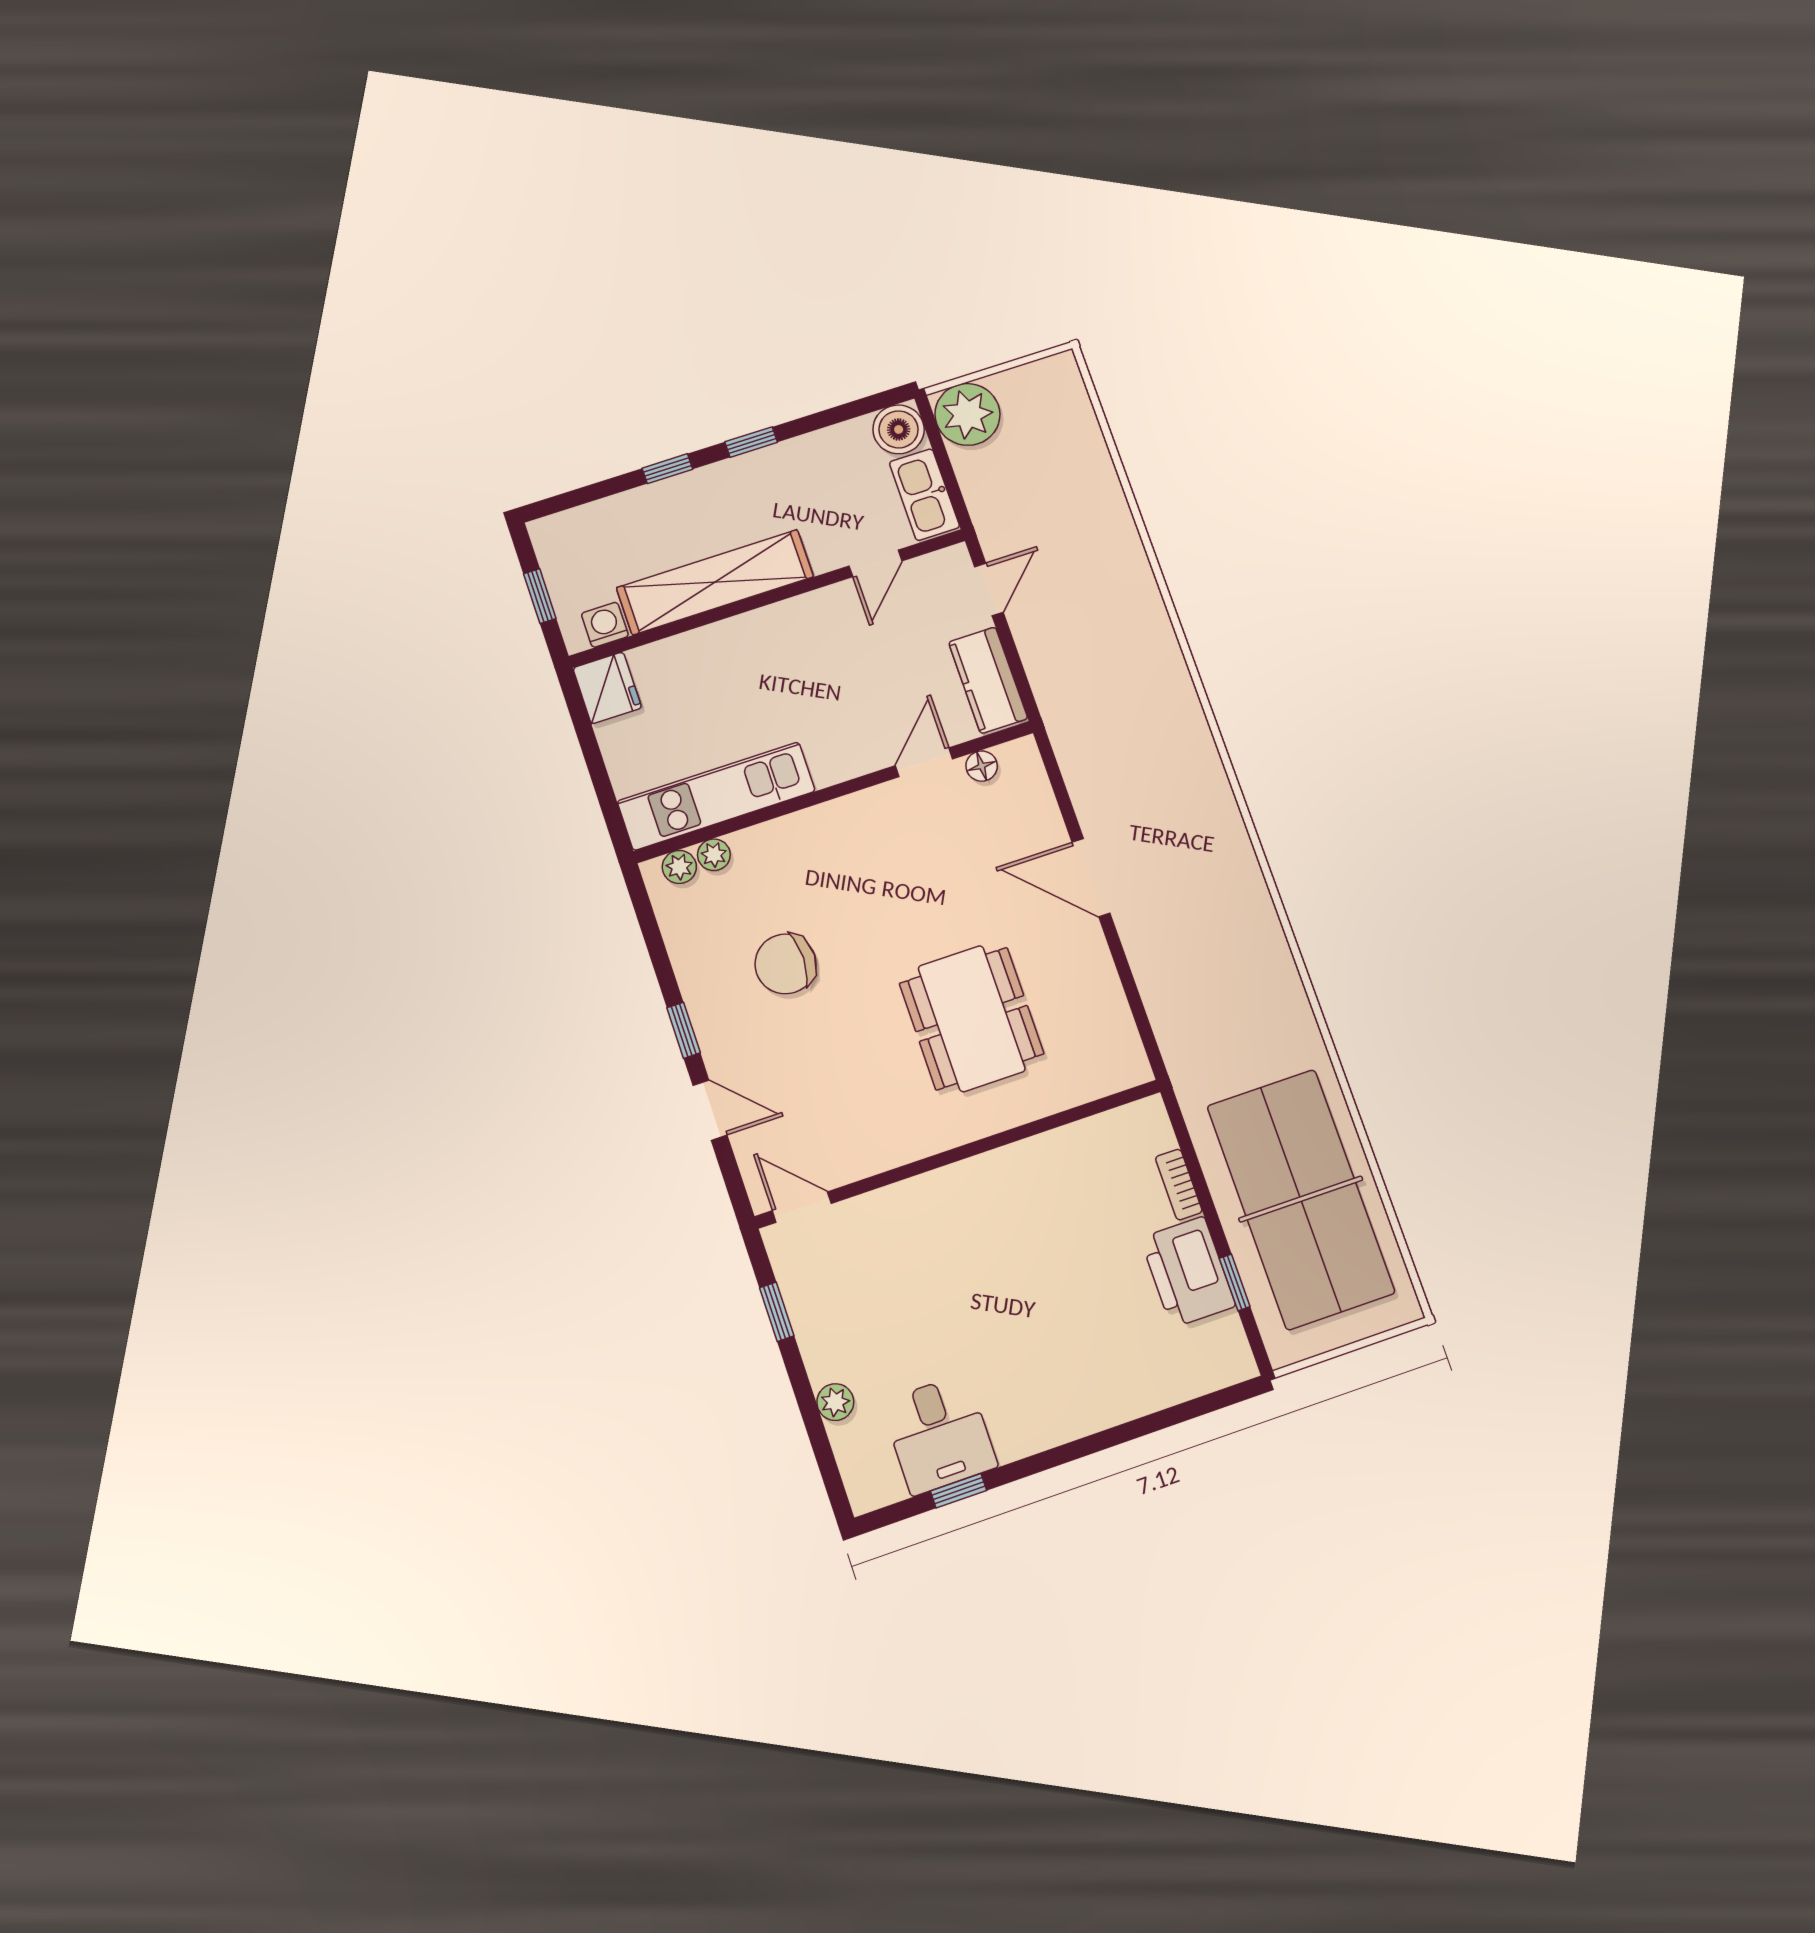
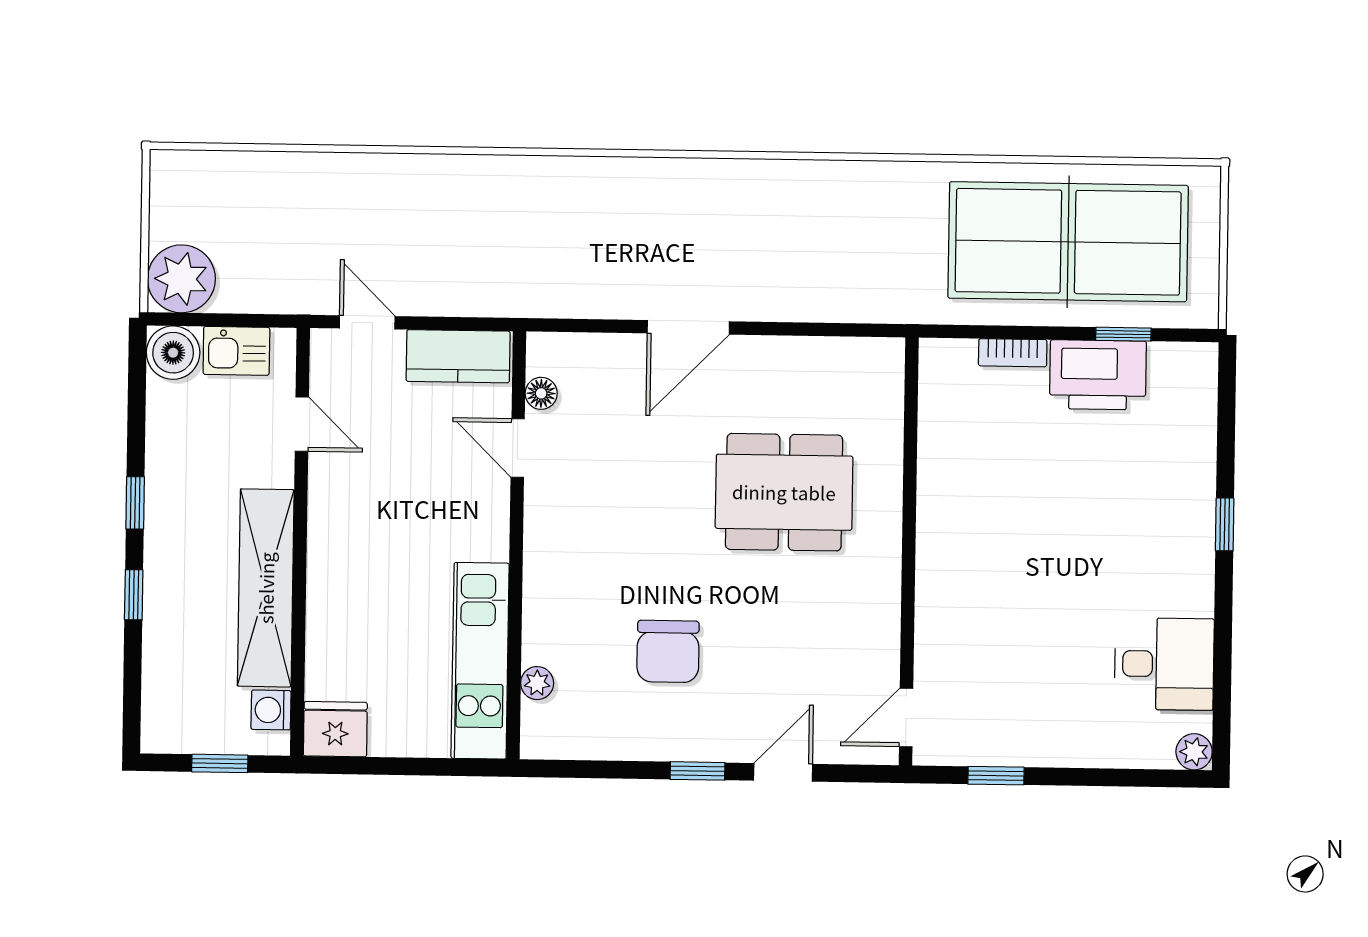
kitchen sink: (924, 495) -> (236, 351), width x0.73
plant: (679, 867) -> (537, 720), removed
plant: (835, 1402) -> (1194, 752), moved
window: (959, 1491) -> (1225, 524), moved

